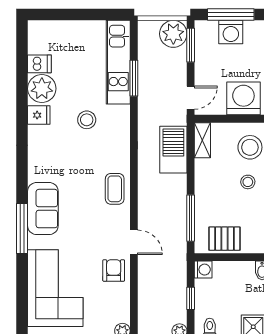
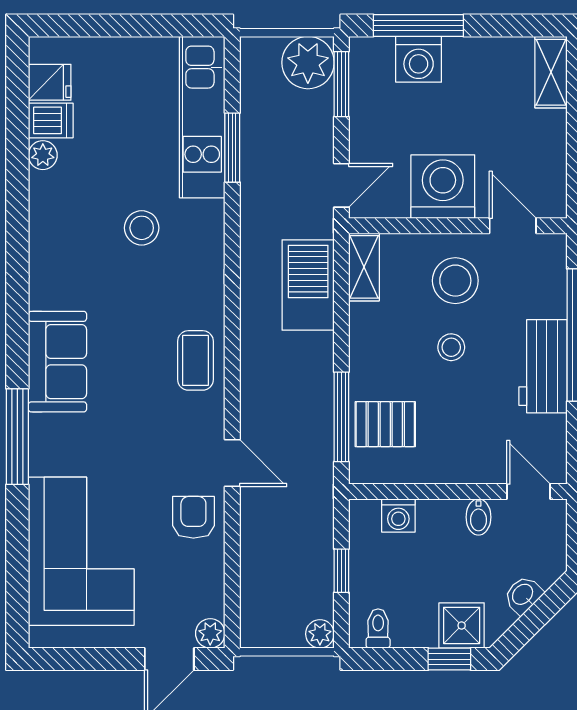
plant: (42, 89) -> (43, 155), width x0.53, depth x0.53
fridge: (39, 115) -> (50, 82), moved
sofa: (43, 209) -> (57, 362), moved
pallet: (224, 239) -> (385, 424), moved
washing machine: (203, 270) -> (398, 515), moved, turned 90

